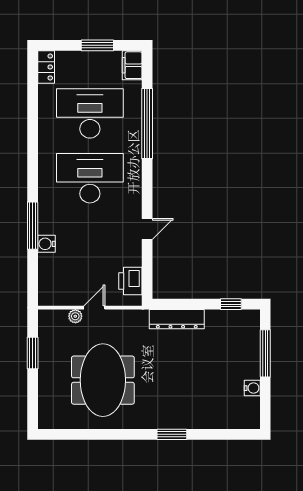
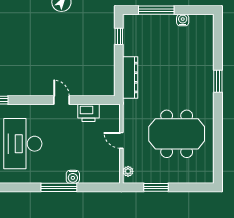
printer: (130, 281) -> (88, 113), moved
plant: (75, 316) -> (128, 171), moved

